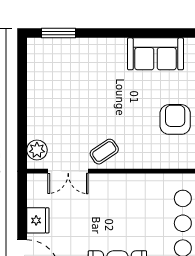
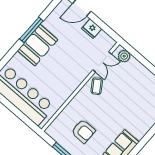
double door: (68, 171) -> (102, 62), swing flipped

